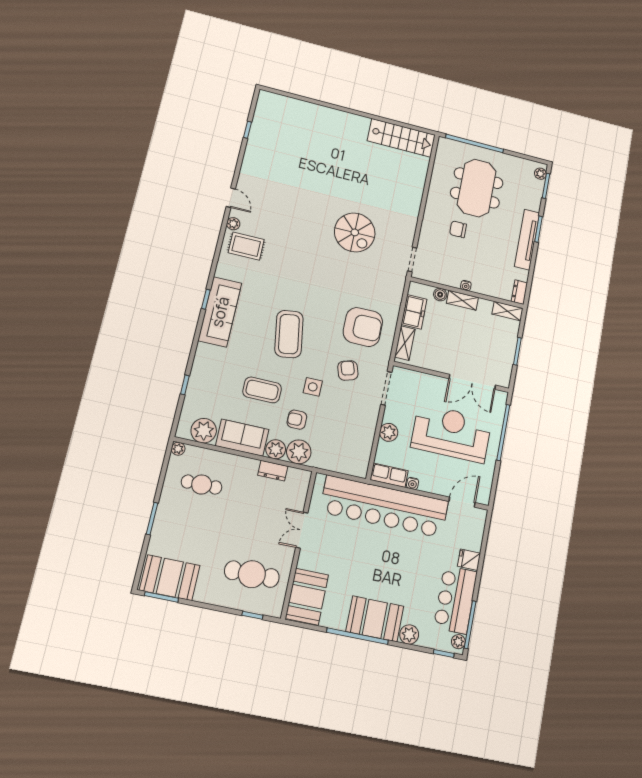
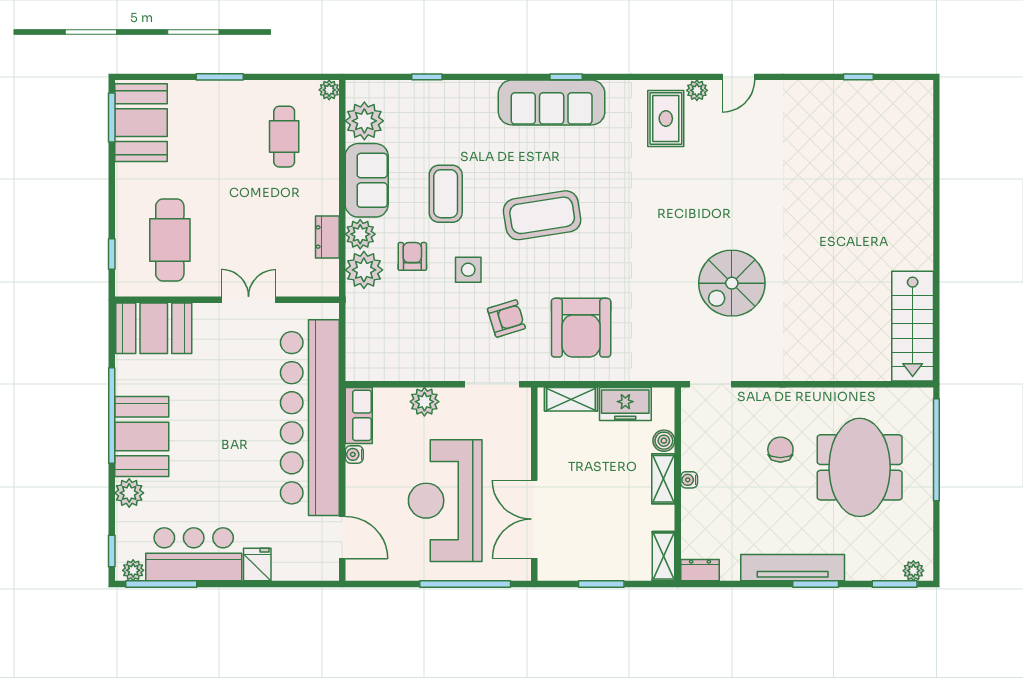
meeting table: (477, 188) -> (860, 467), turned 90
reception desk: (451, 433) -> (445, 501), turned 180

